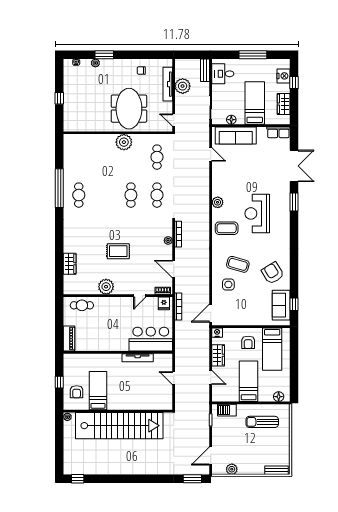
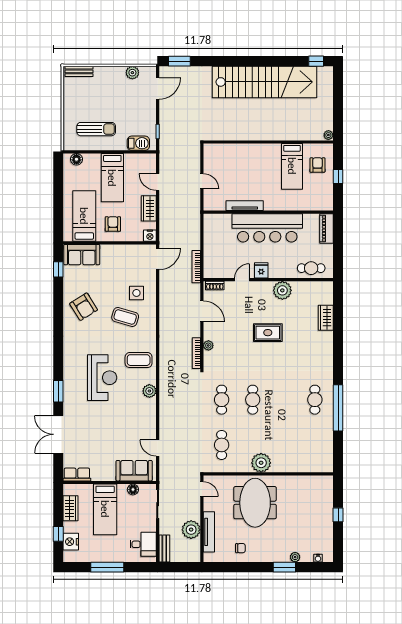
sofa: (236, 135) -> (134, 471), width x0.73
fridge: (164, 303) -> (261, 270), moved
sofa: (281, 305) -> (82, 255), moved, turned 90
bar counter: (151, 339) -> (267, 228), moved, width x1.36
stairs: (119, 426) -> (264, 82), moved, turned 180

